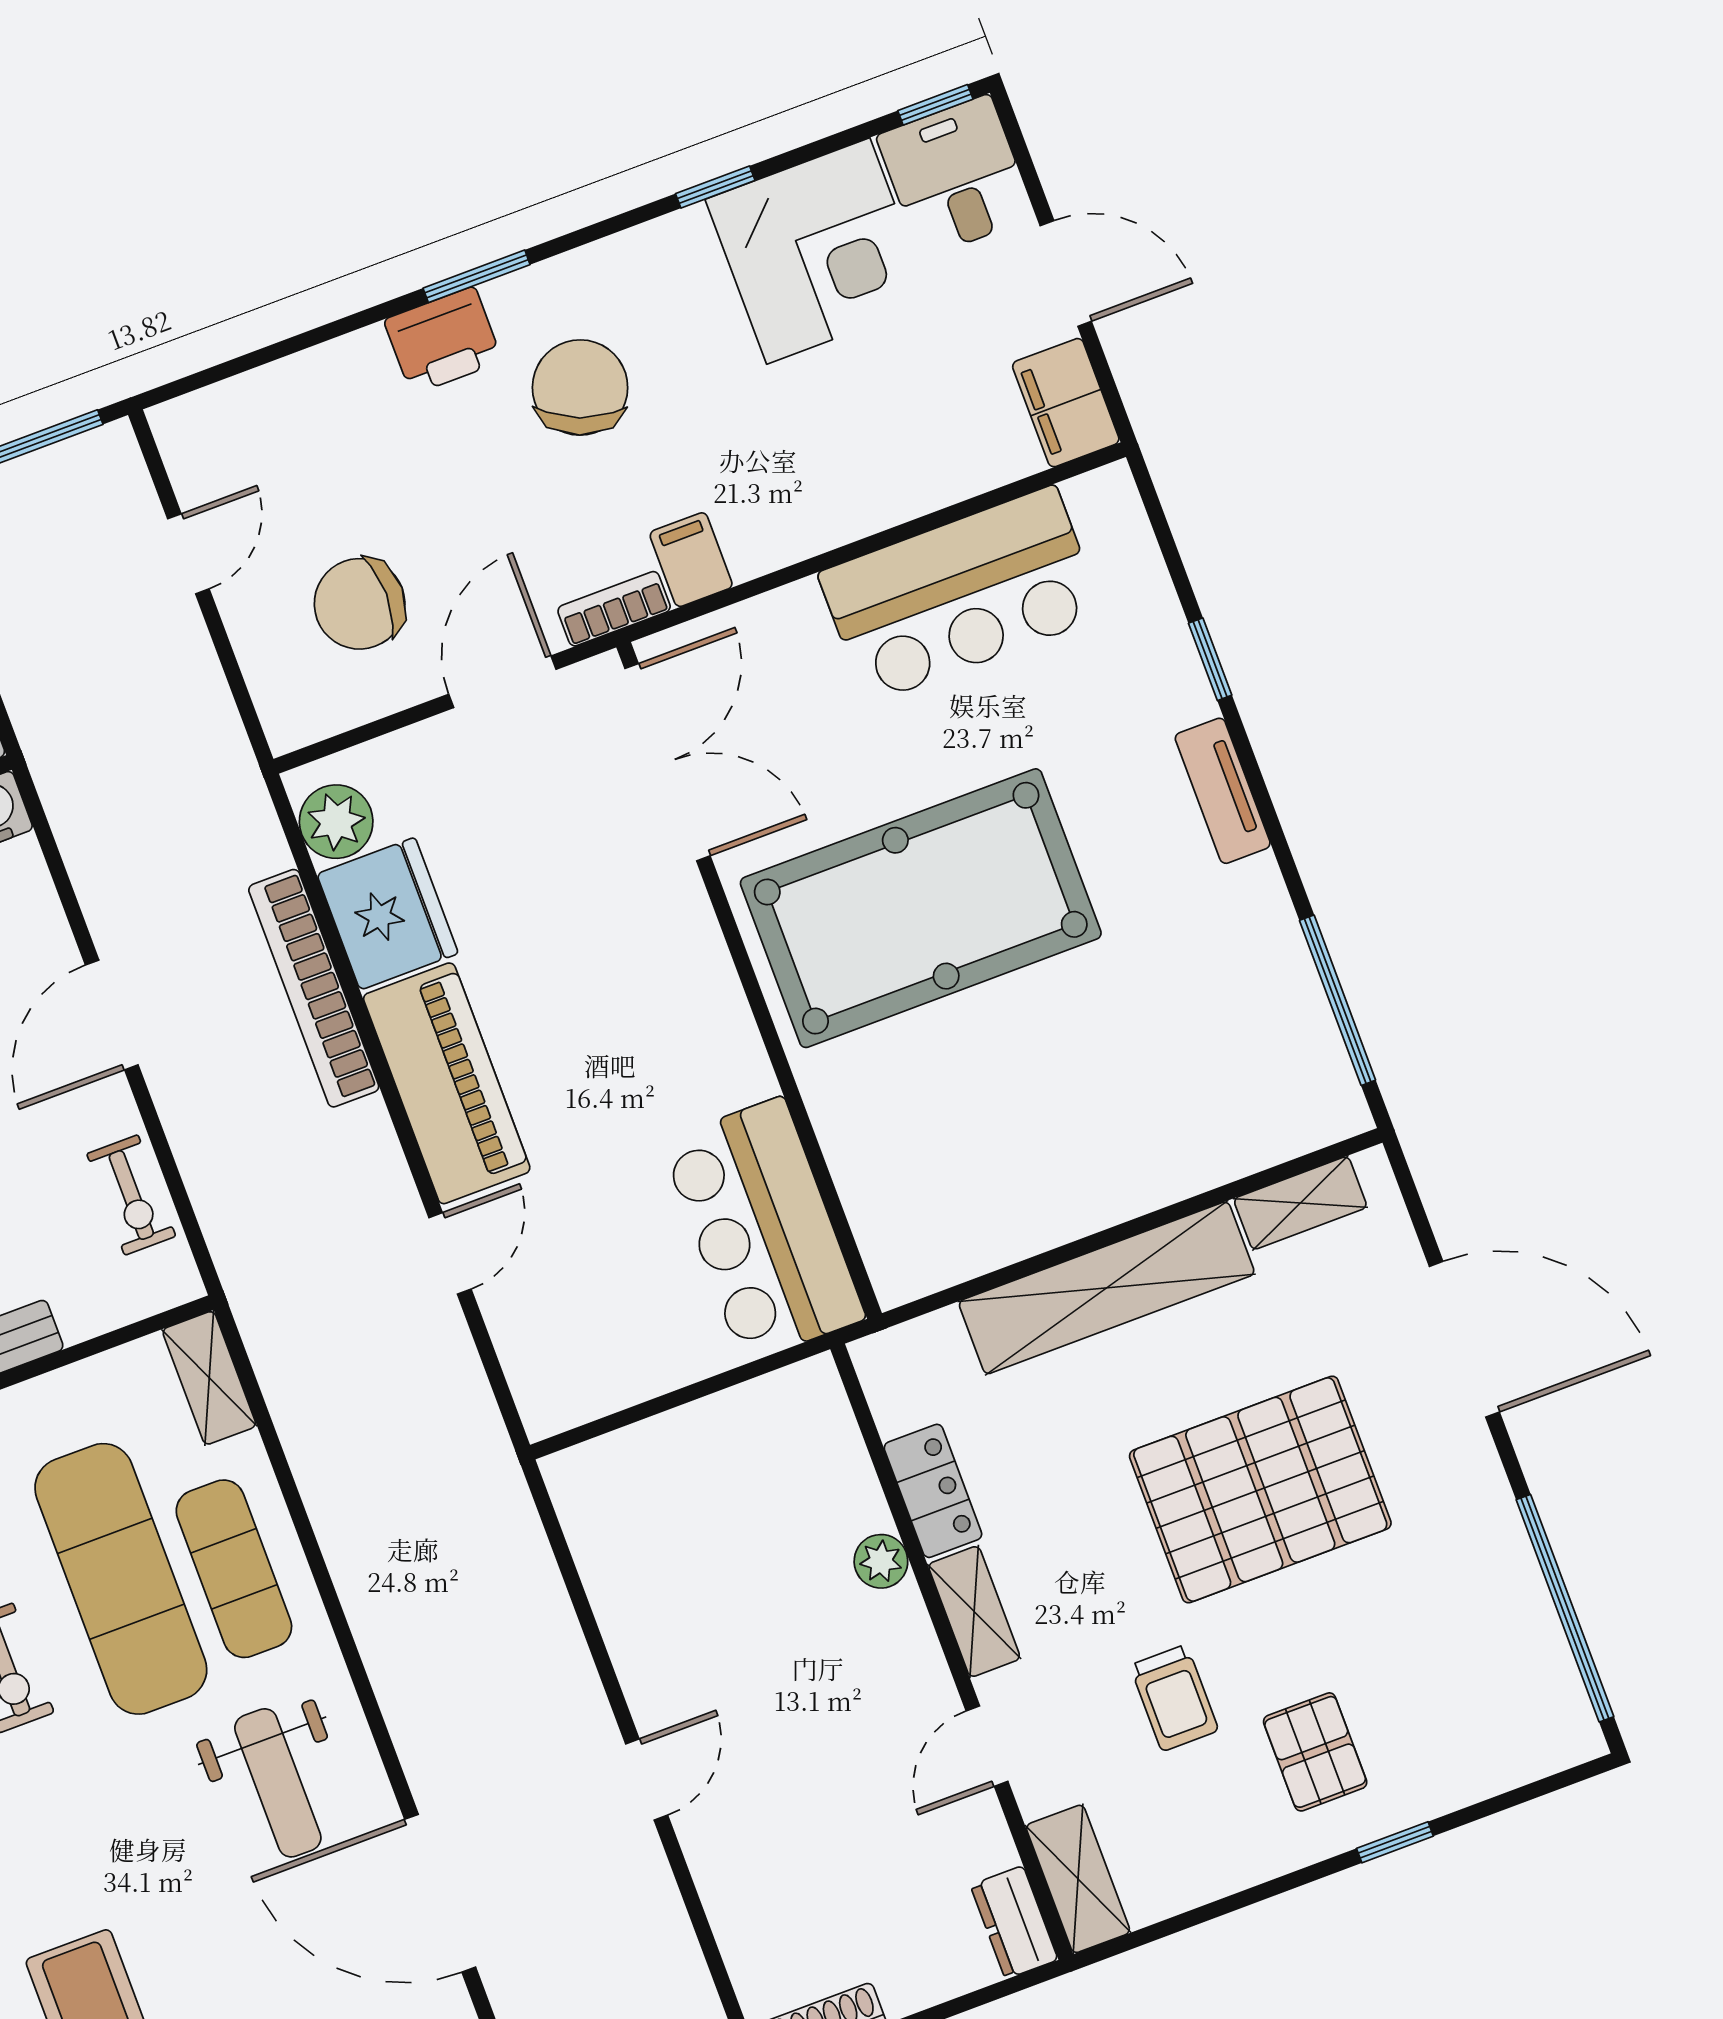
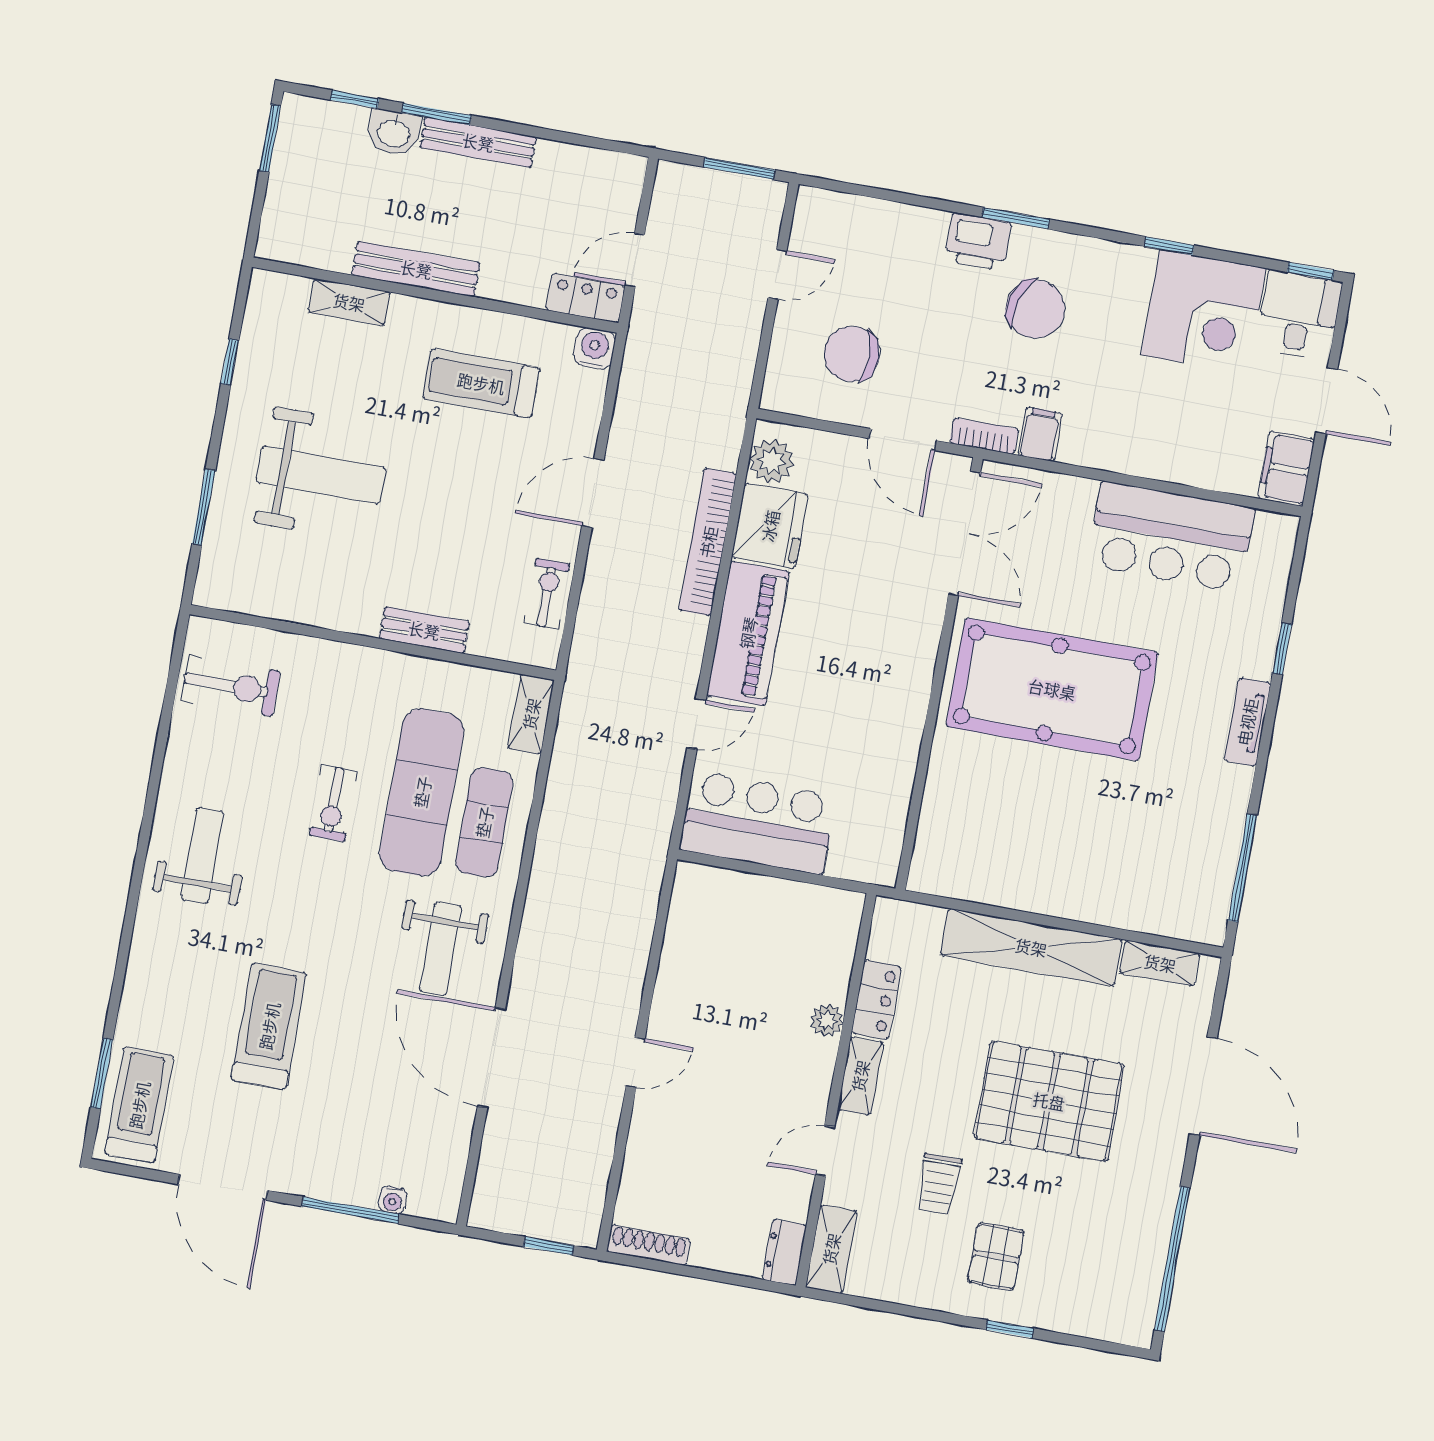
chair: (580, 388) -> (1035, 309), turned 86
door: (502, 682) -> (903, 440), swing flipped
exercise bike: (131, 1195) -> (547, 594), turned 180
bar counter: (763, 1230) -> (758, 823), moved, turned 90

